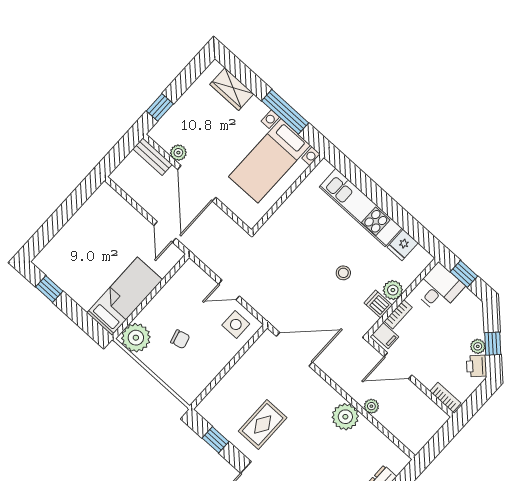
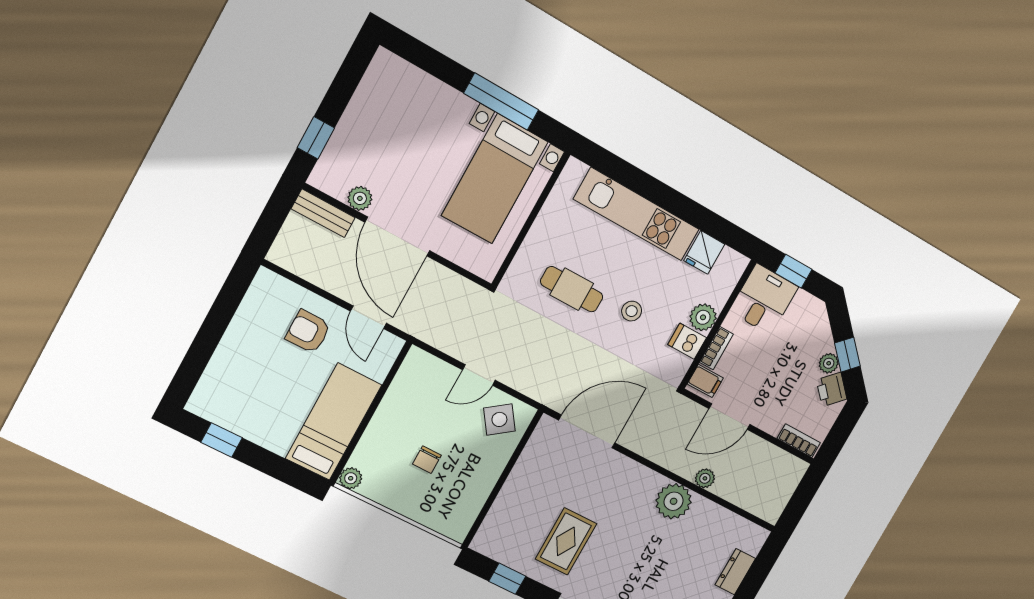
wardrobe: (232, 89) -> (416, 86), removed
armchair: (123, 231) -> (308, 332), added
cafe table: (305, 247) -> (572, 289), added
side table: (236, 324) -> (499, 419), turned -36
plant: (136, 338) -> (351, 478), width x0.53, depth x0.53
chair: (180, 339) -> (427, 460), turned 105

